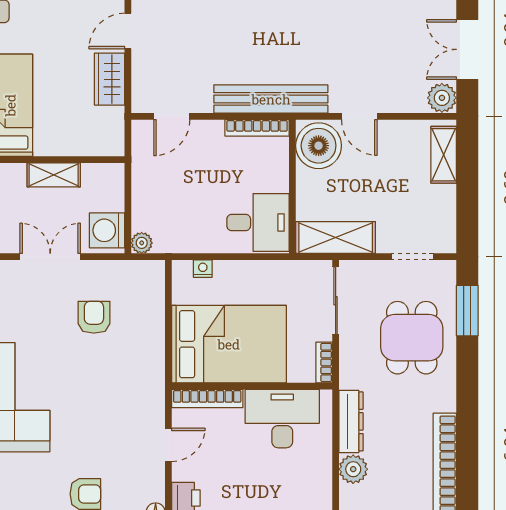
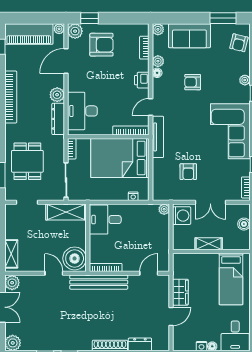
tv unit: (154, 386) -> (158, 137), added
desk: (282, 419) -> (82, 111), moved, turned 90

